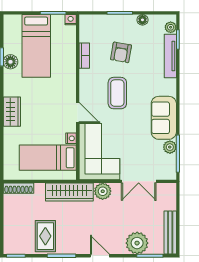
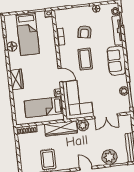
sofa: (164, 118) -> (117, 61), moved

